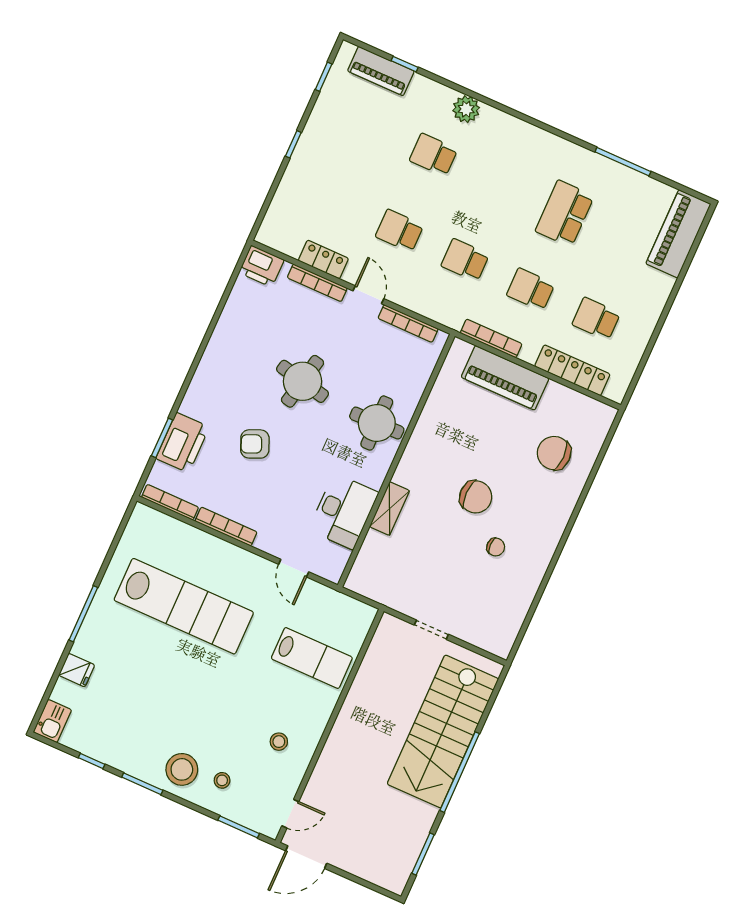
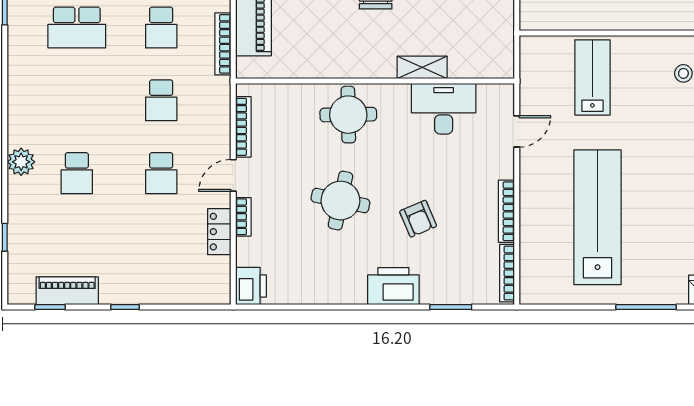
piano: (381, 71) -> (67, 291), moved, turned -90
bookcase: (317, 283) -> (243, 217), width x0.64
printer: (183, 443) -> (393, 286), moved

